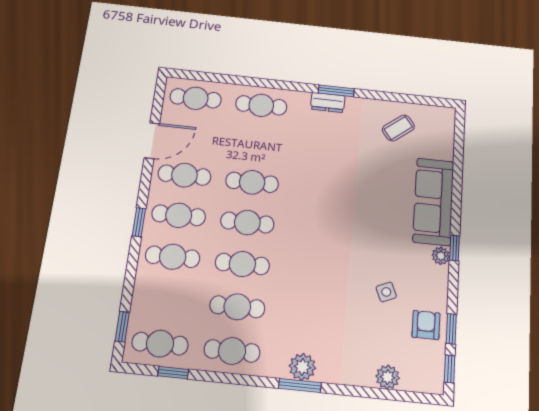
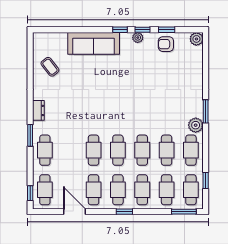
window: (193, 75) -> (30, 193), added
window: (336, 91) -> (30, 135), moved
plant: (441, 256) -> (138, 38), moved
side table: (386, 292) -> (150, 68), removed
cafe table: (166, 299) -> (167, 190), added
window: (122, 327) -> (184, 212), width x1.50
plant: (302, 367) -> (196, 125), moved
window: (450, 369) -> (142, 30), moved
plant: (388, 377) -> (196, 39), moved

